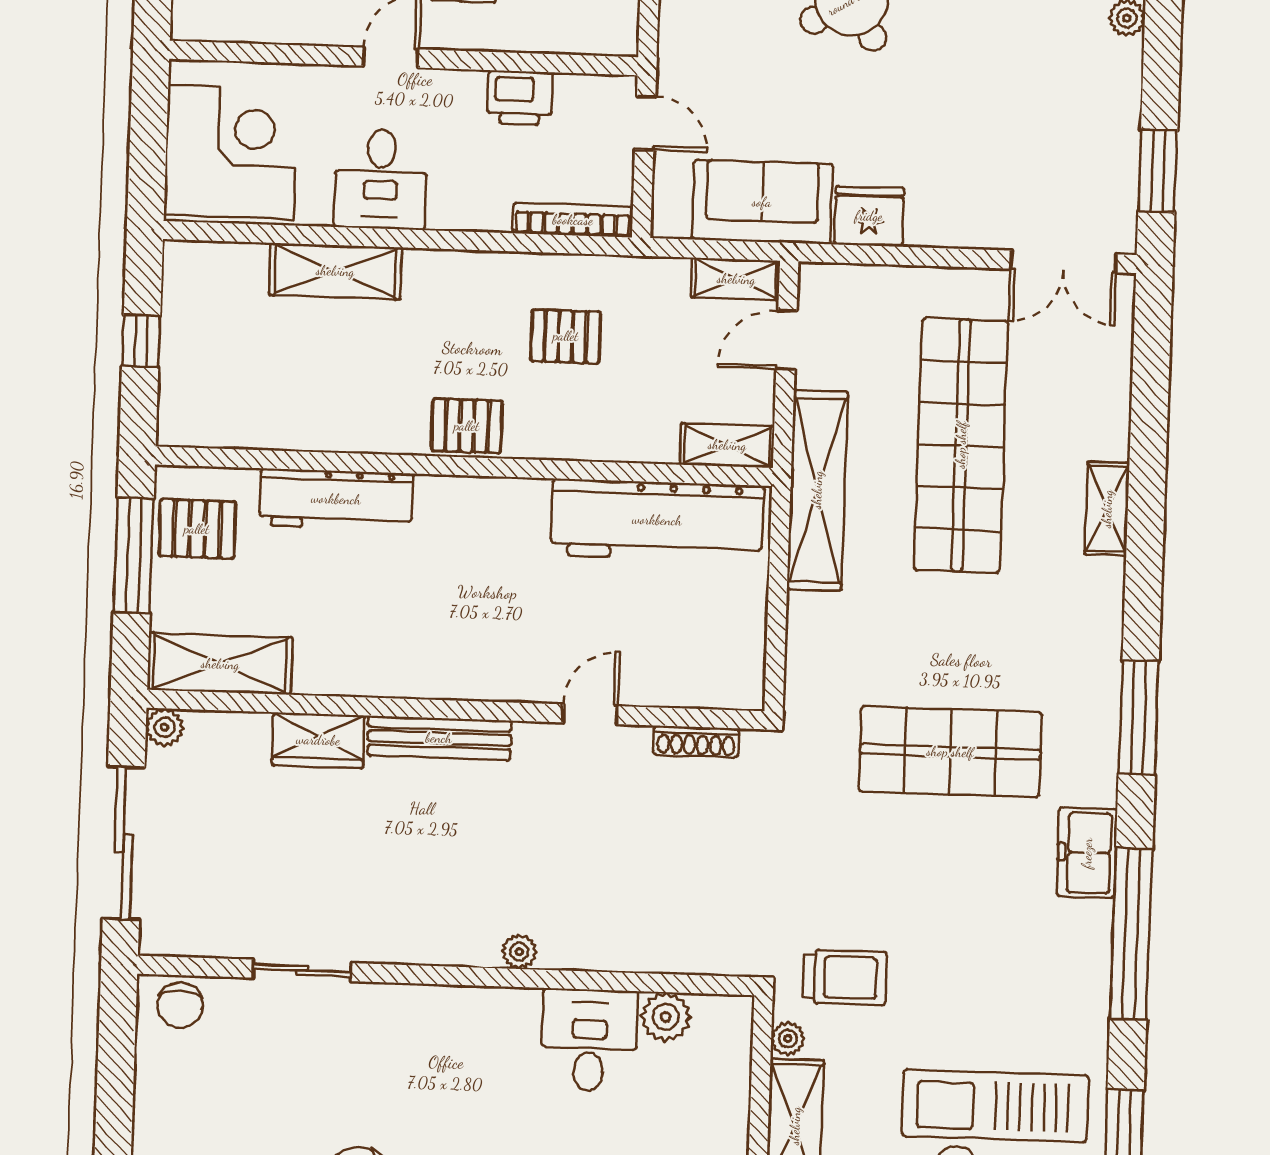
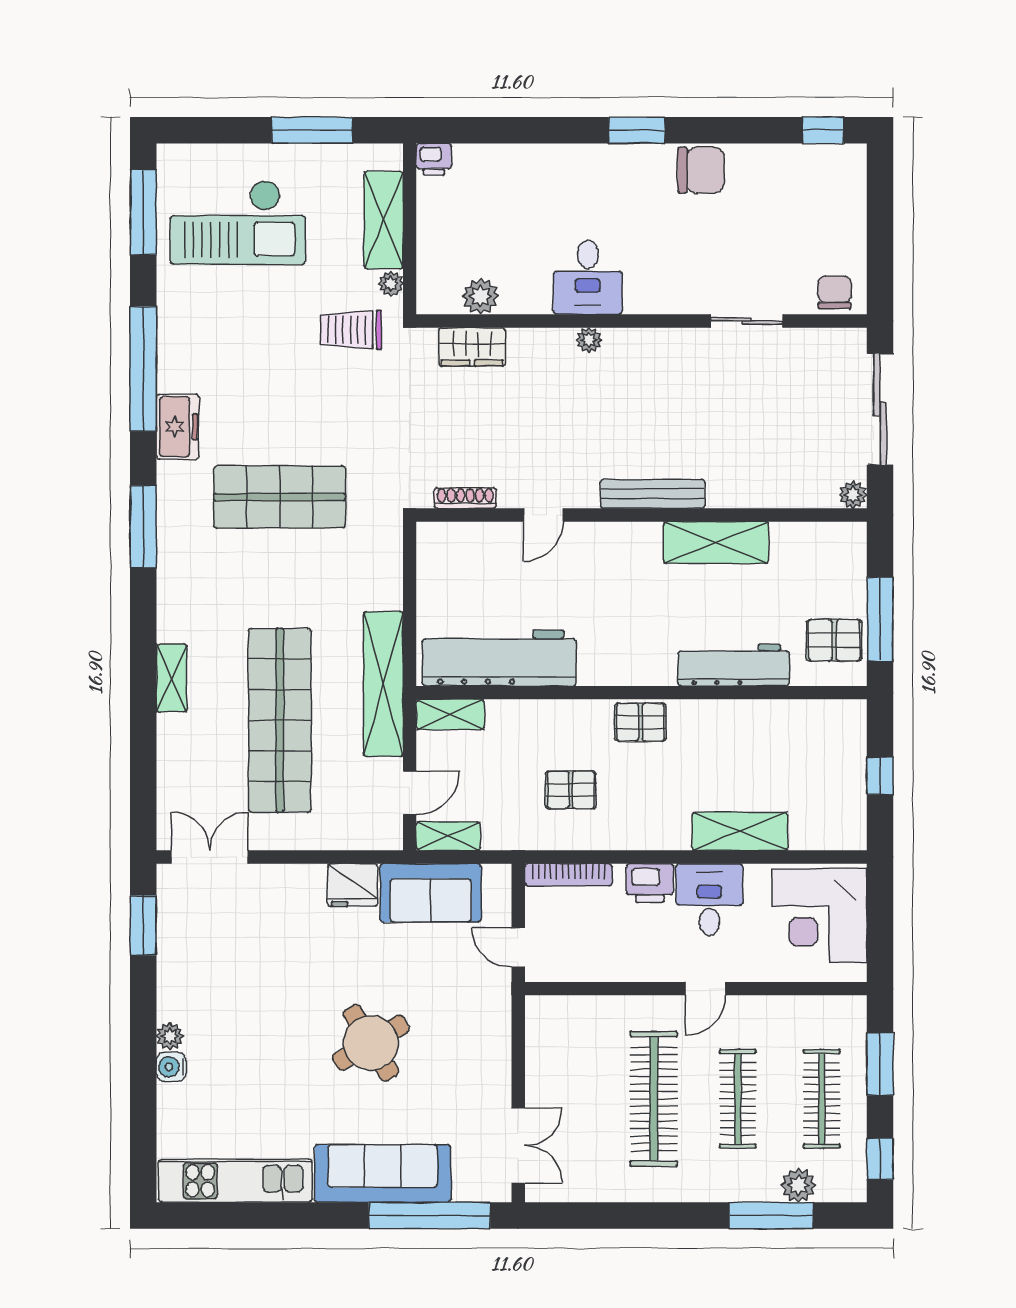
printer: (520, 98) -> (650, 883), moved, turned 180
shelving: (220, 664) -> (716, 543), moved
wardrobe: (318, 740) -> (472, 347), moved, turned 180
desk: (589, 1040) -> (588, 277), moved

